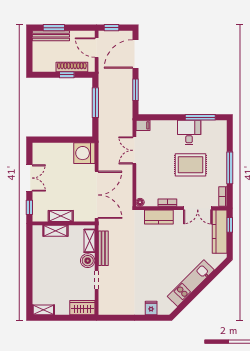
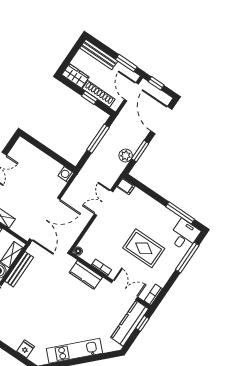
window: (54, 28) -> (126, 63), moved
door: (135, 54) -> (161, 120), hinge flipped
wardrobe: (44, 65) -> (75, 76), added
plant: (126, 101) -> (126, 156), added
desk: (189, 133) -> (184, 235), moved
washing machine: (84, 153) -> (66, 174), width x0.53, depth x0.53
window: (230, 168) -> (187, 257), moved
double door: (198, 208) -> (125, 290), swing flipped

